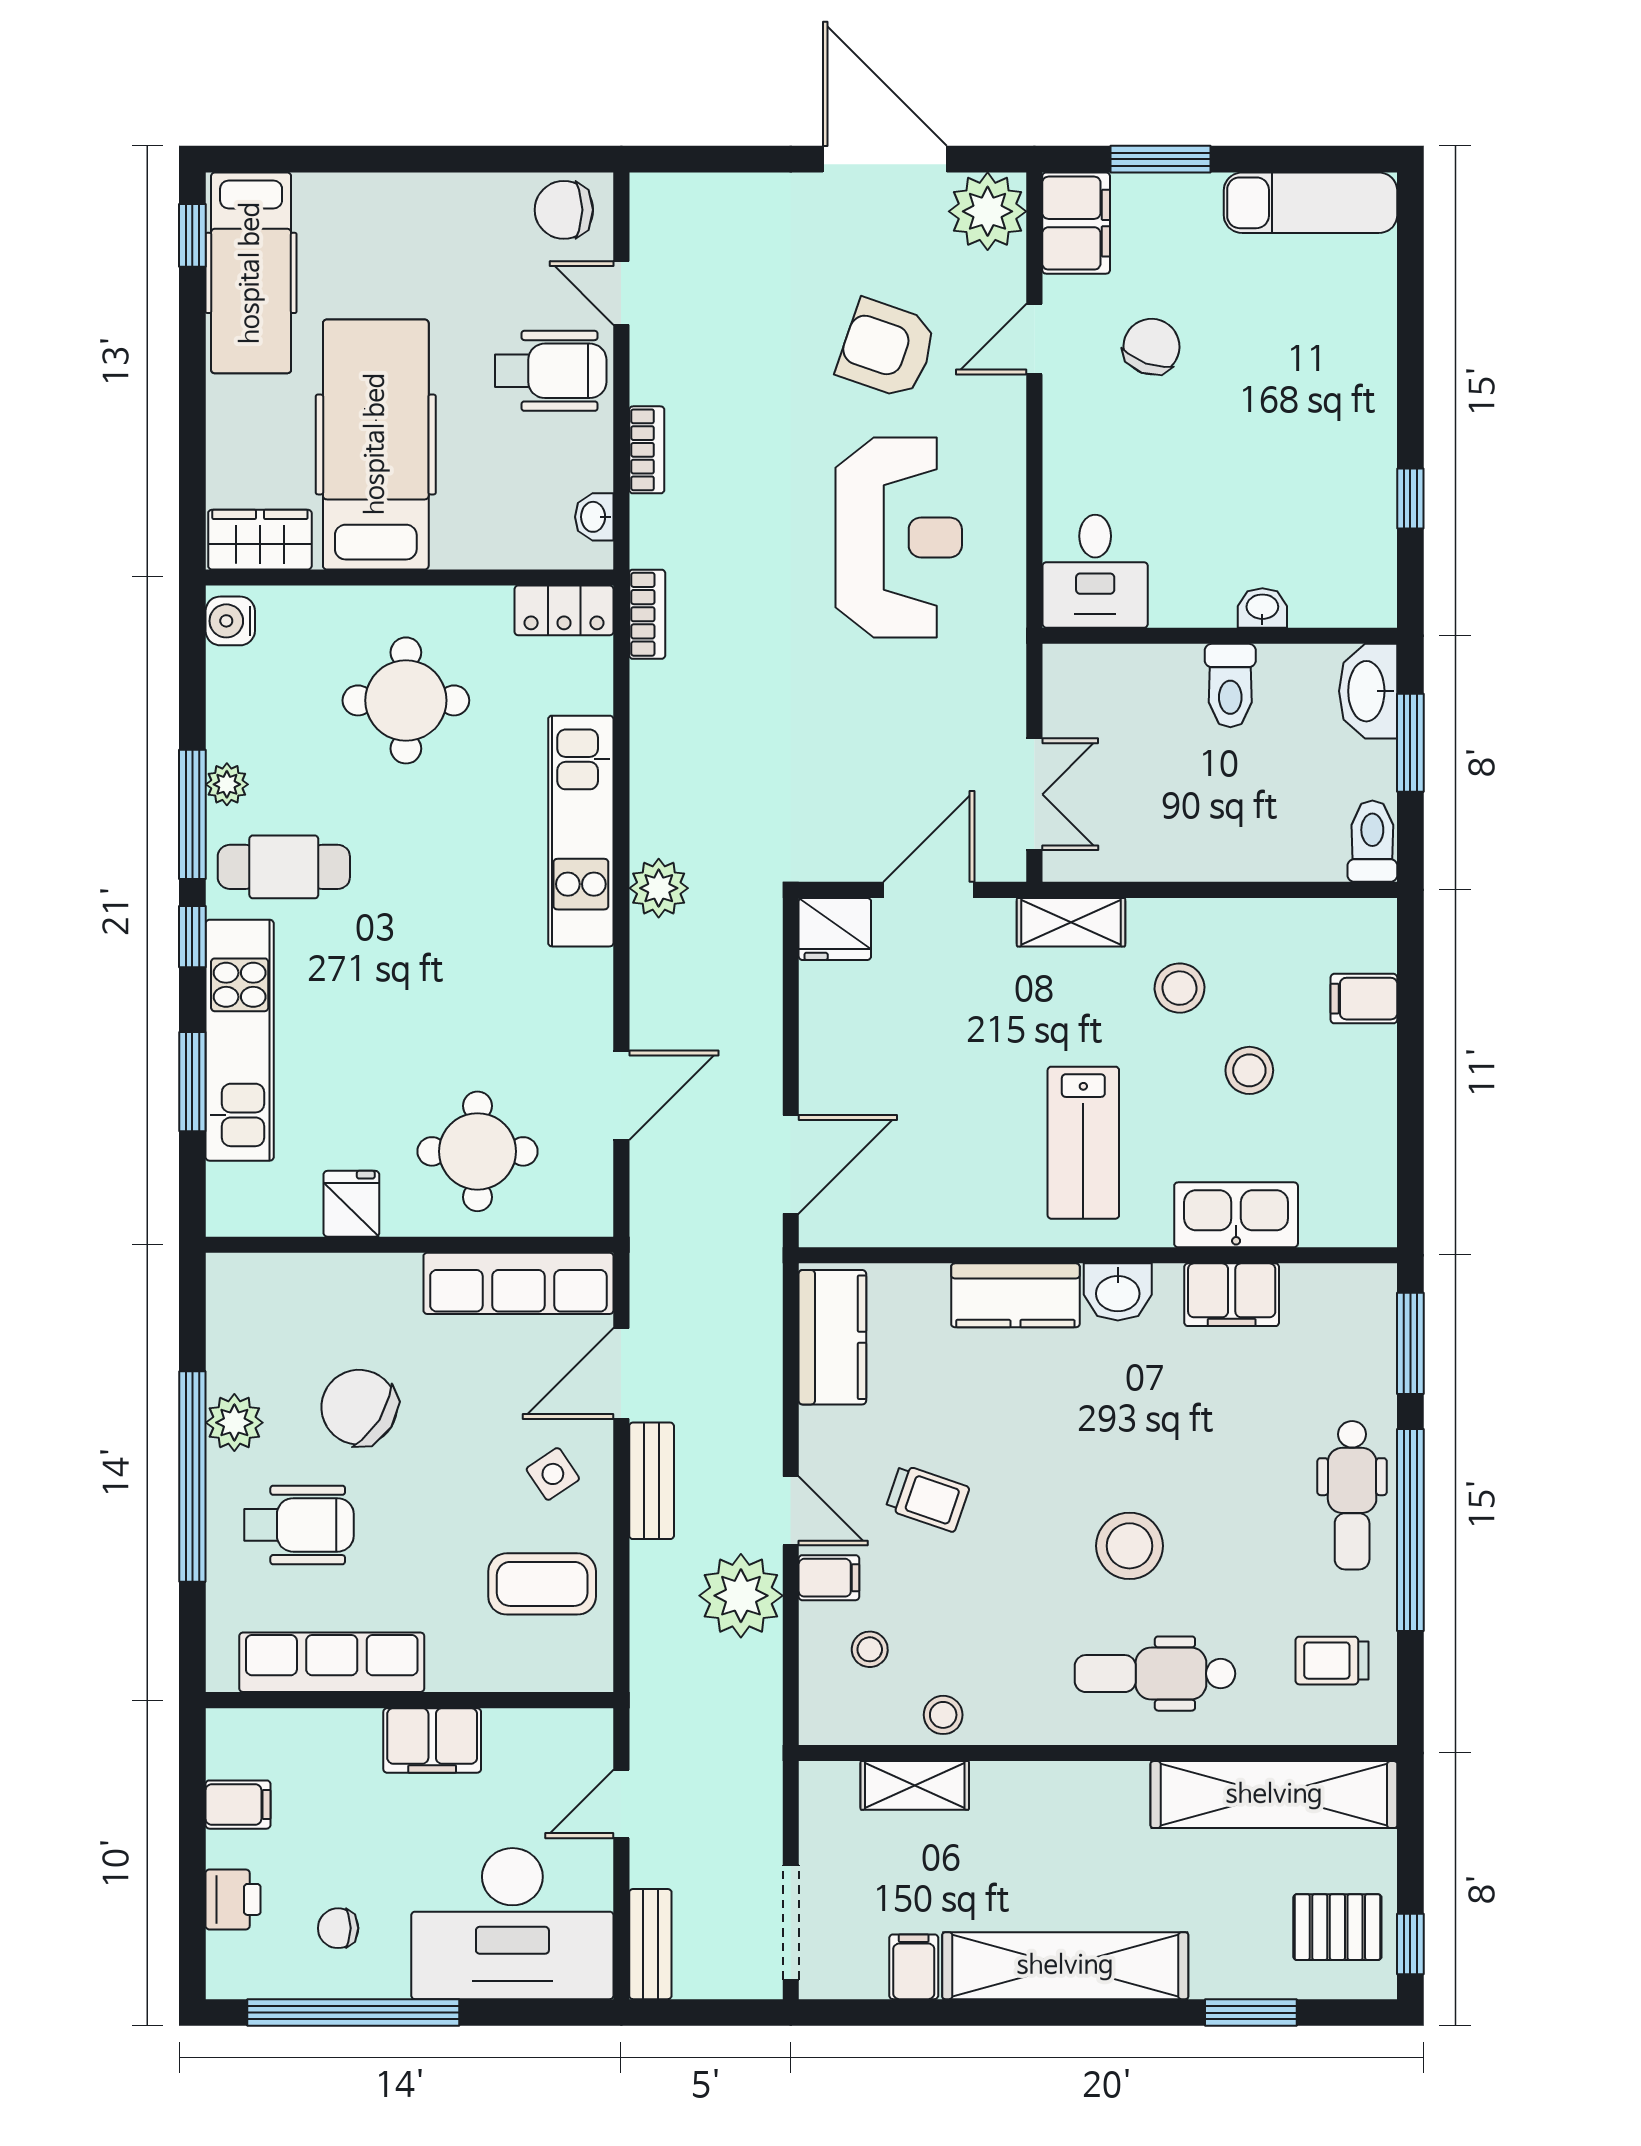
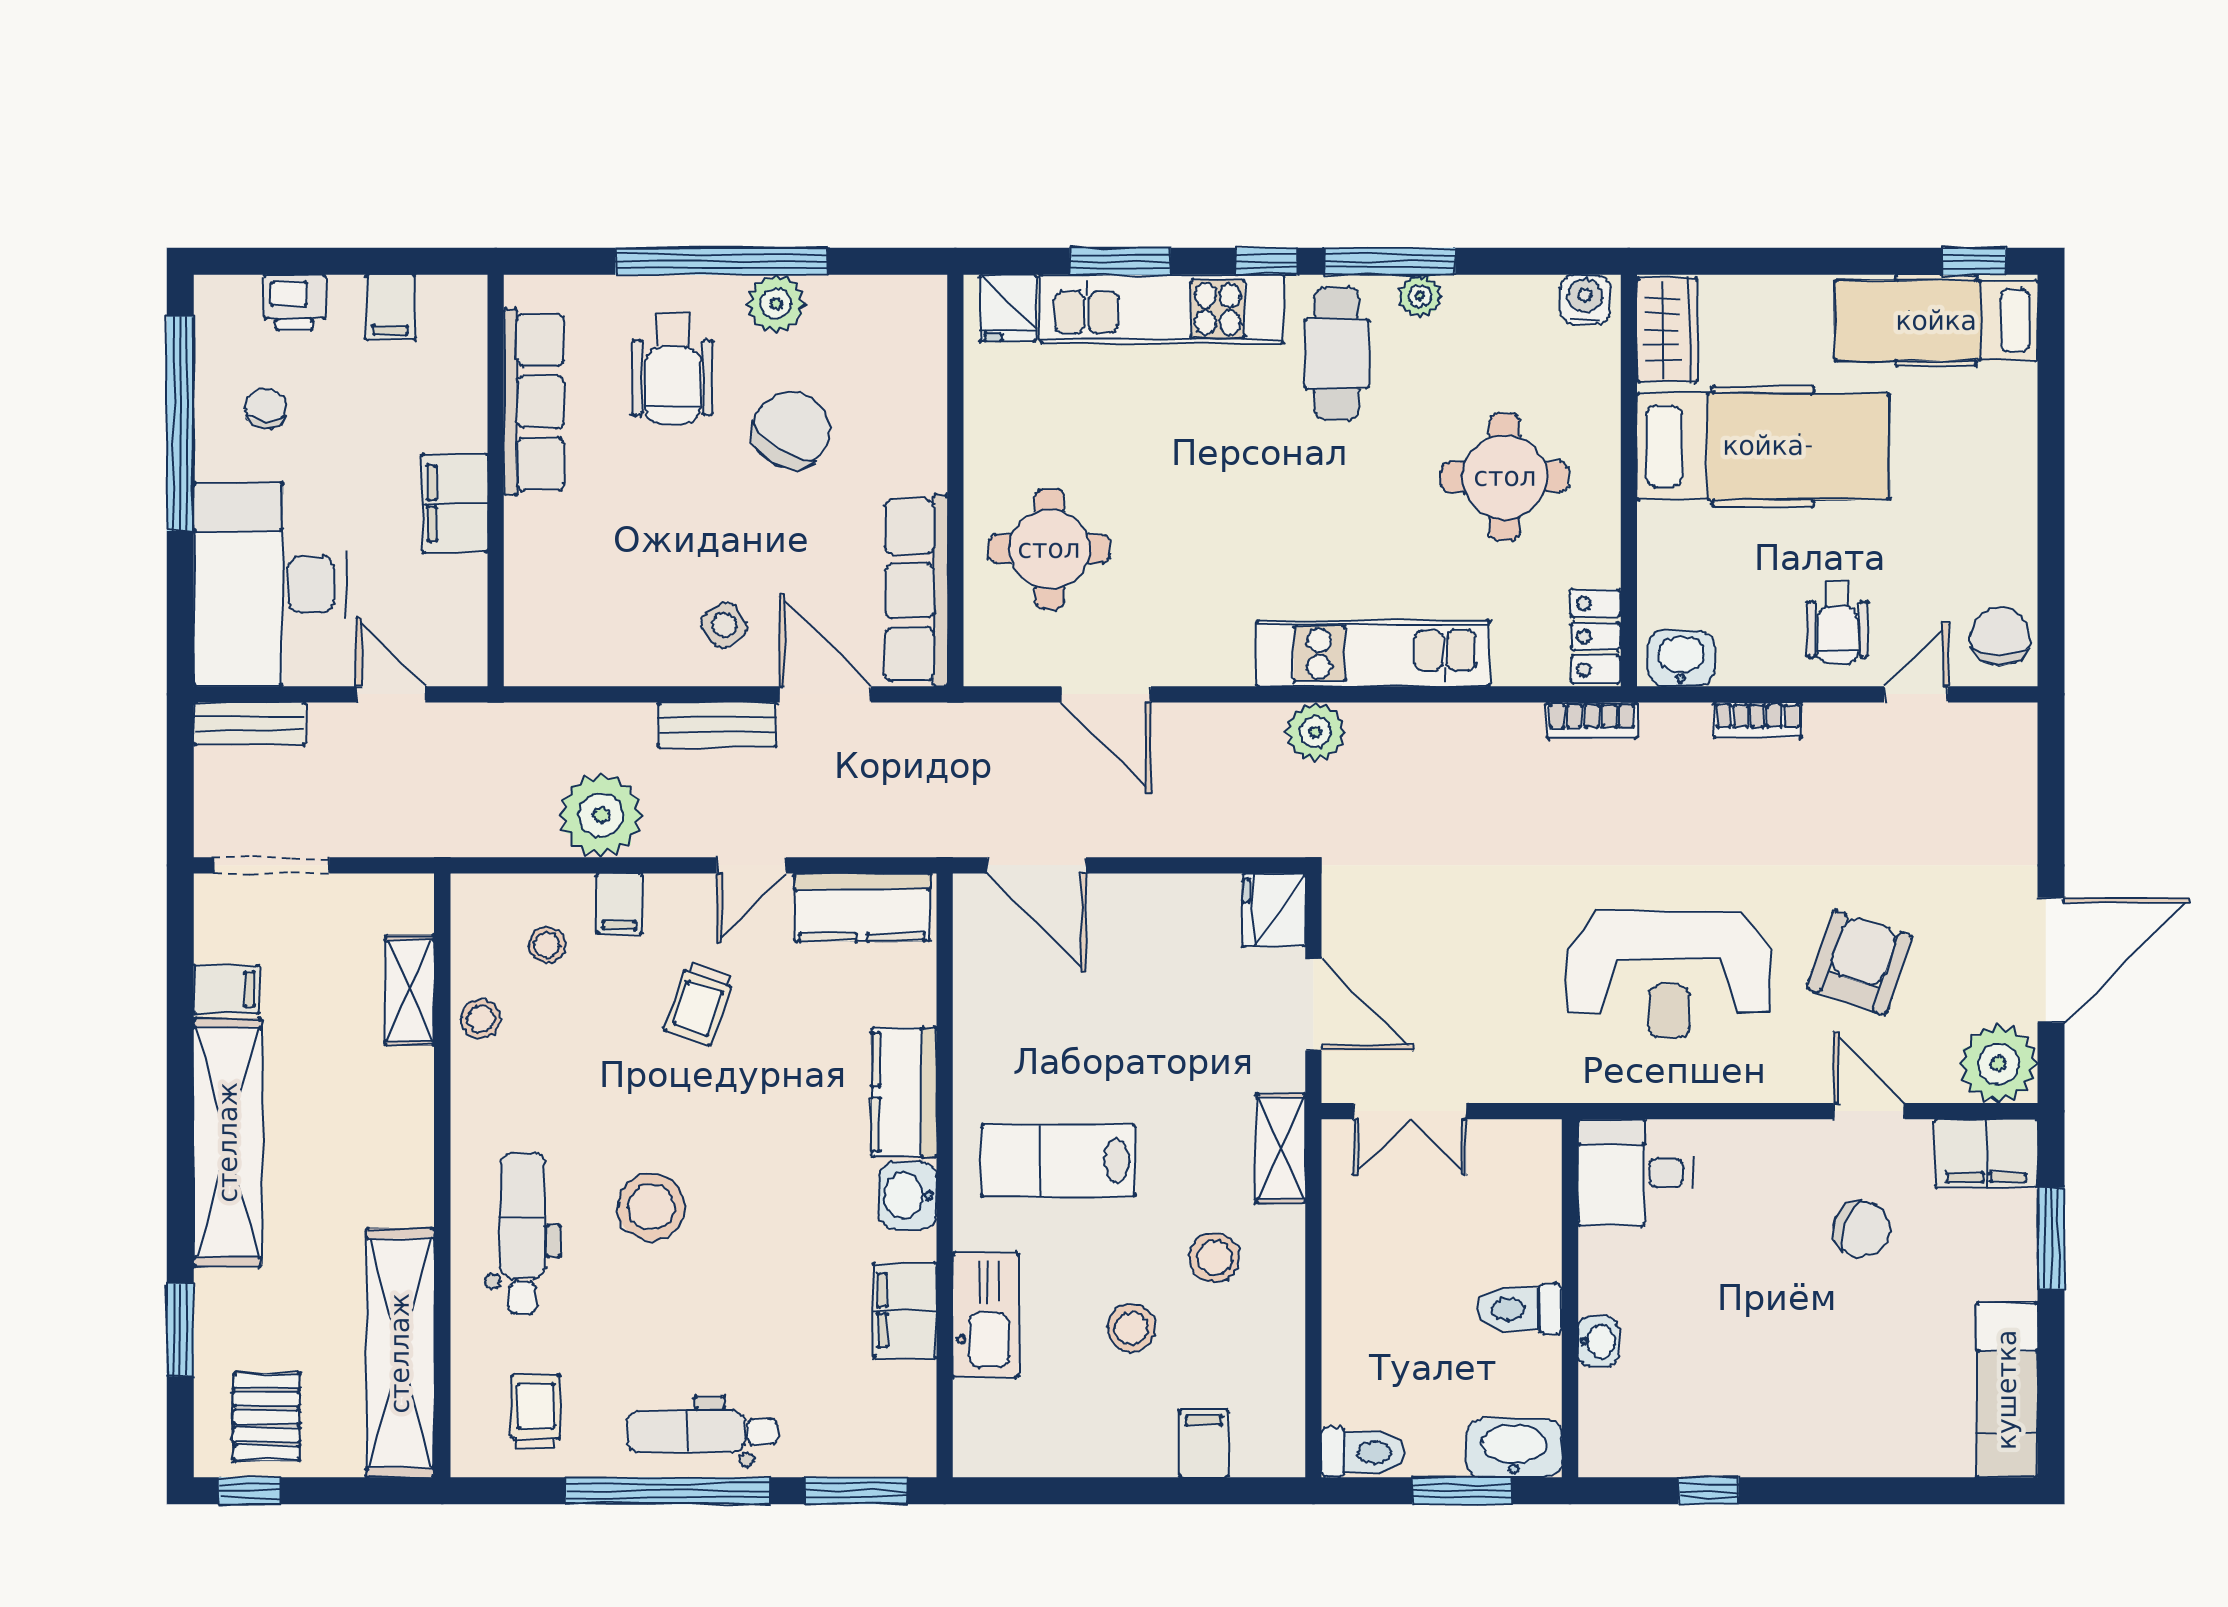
wheelchair: (551, 371) -> (1837, 623), width x0.73, depth x0.73
washbasin: (594, 517) -> (1681, 658), width x1.38, depth x1.45
fridge: (351, 1204) -> (1008, 308), moved, turned 90
door: (791, 1511) -> (751, 865), moved
coffee table: (542, 1584) -> (613, 614), removed

